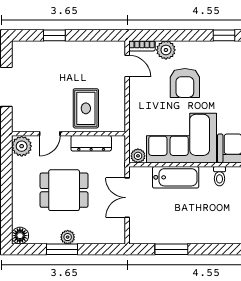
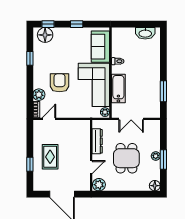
armchair: (185, 83) -> (60, 83), turned -90
rug: (86, 108) -> (50, 157), moved, turned 90
door: (50, 134) -> (91, 167), hinge flipped

